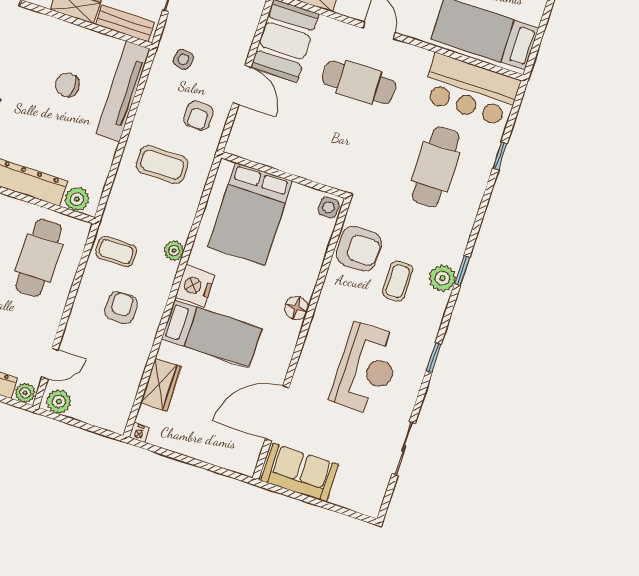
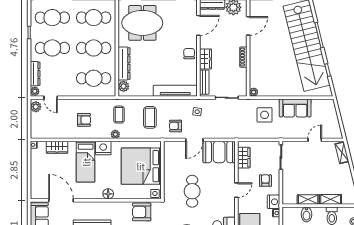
cafe table: (359, 82) -> (192, 191), moved
chair: (67, 85) -> (189, 54), moved
bed: (250, 214) -> (141, 166), width x1.36
armchair: (359, 249) -> (142, 212), turned 90
coffee table: (116, 251) -> (119, 115), moved

